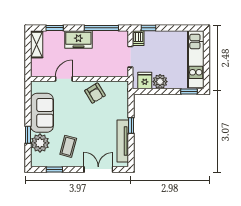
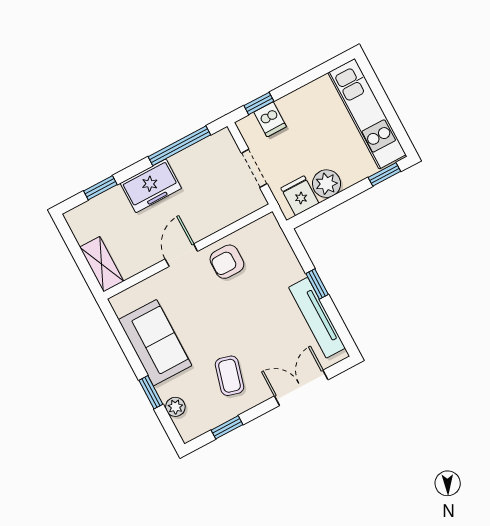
dishwasher: (138, 38) -> (270, 119), moved
shelving: (37, 45) -> (102, 264), moved
door: (64, 79) -> (181, 255), moved
armchair: (95, 93) -> (227, 262), turned 121
plant: (40, 143) -> (175, 407), width x0.53, depth x0.53

